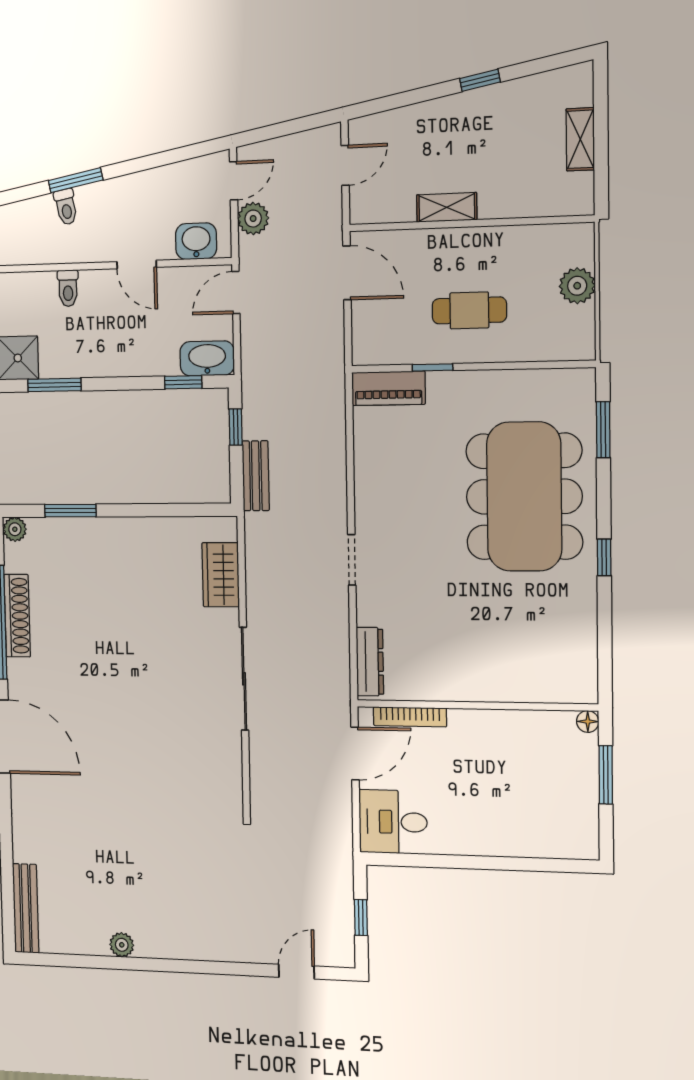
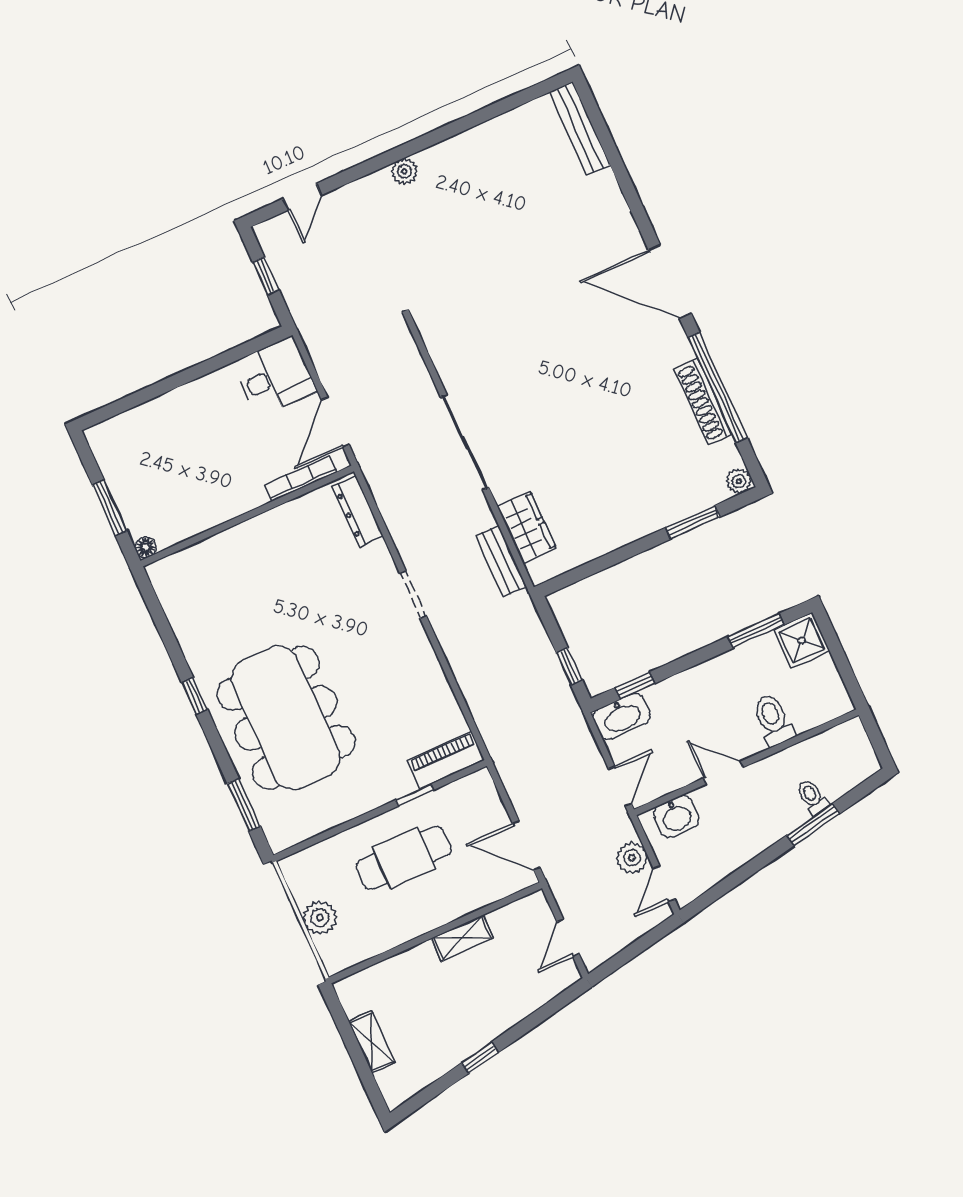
toilet: (68, 288) -> (773, 720), width x1.37, depth x1.39
cafe table: (469, 310) -> (404, 858), width x1.37, depth x1.35
bench: (256, 476) -> (501, 561), moved
plant: (122, 945) -> (405, 171), moved

